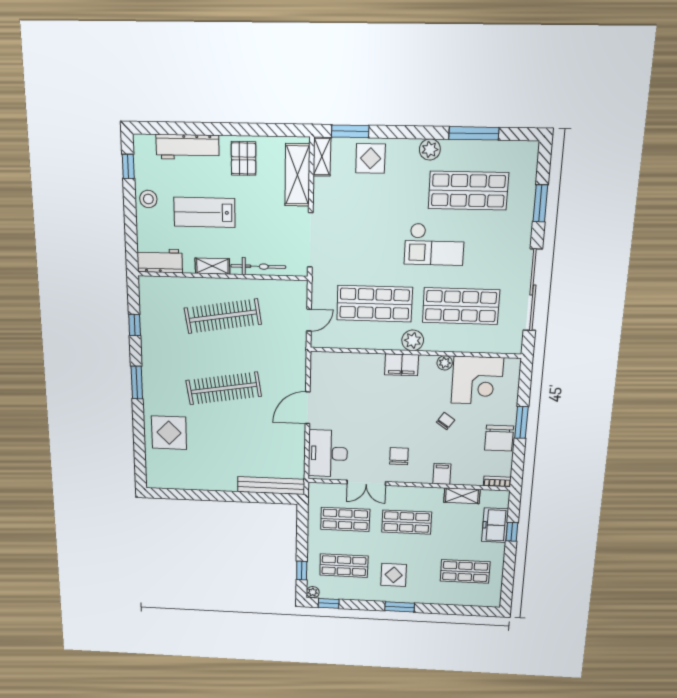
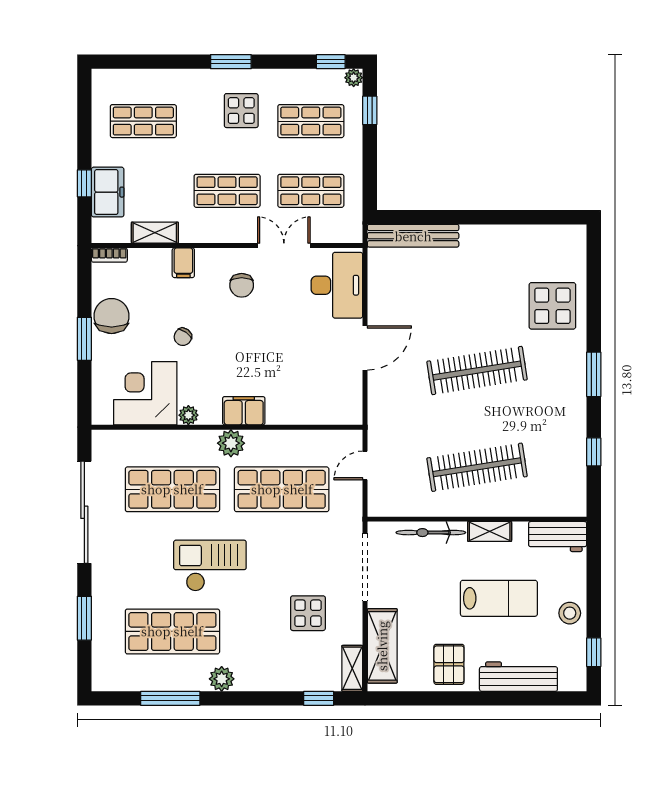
window: (350, 131) -> (319, 698), width x0.67
display table: (371, 158) -> (308, 613), moved

